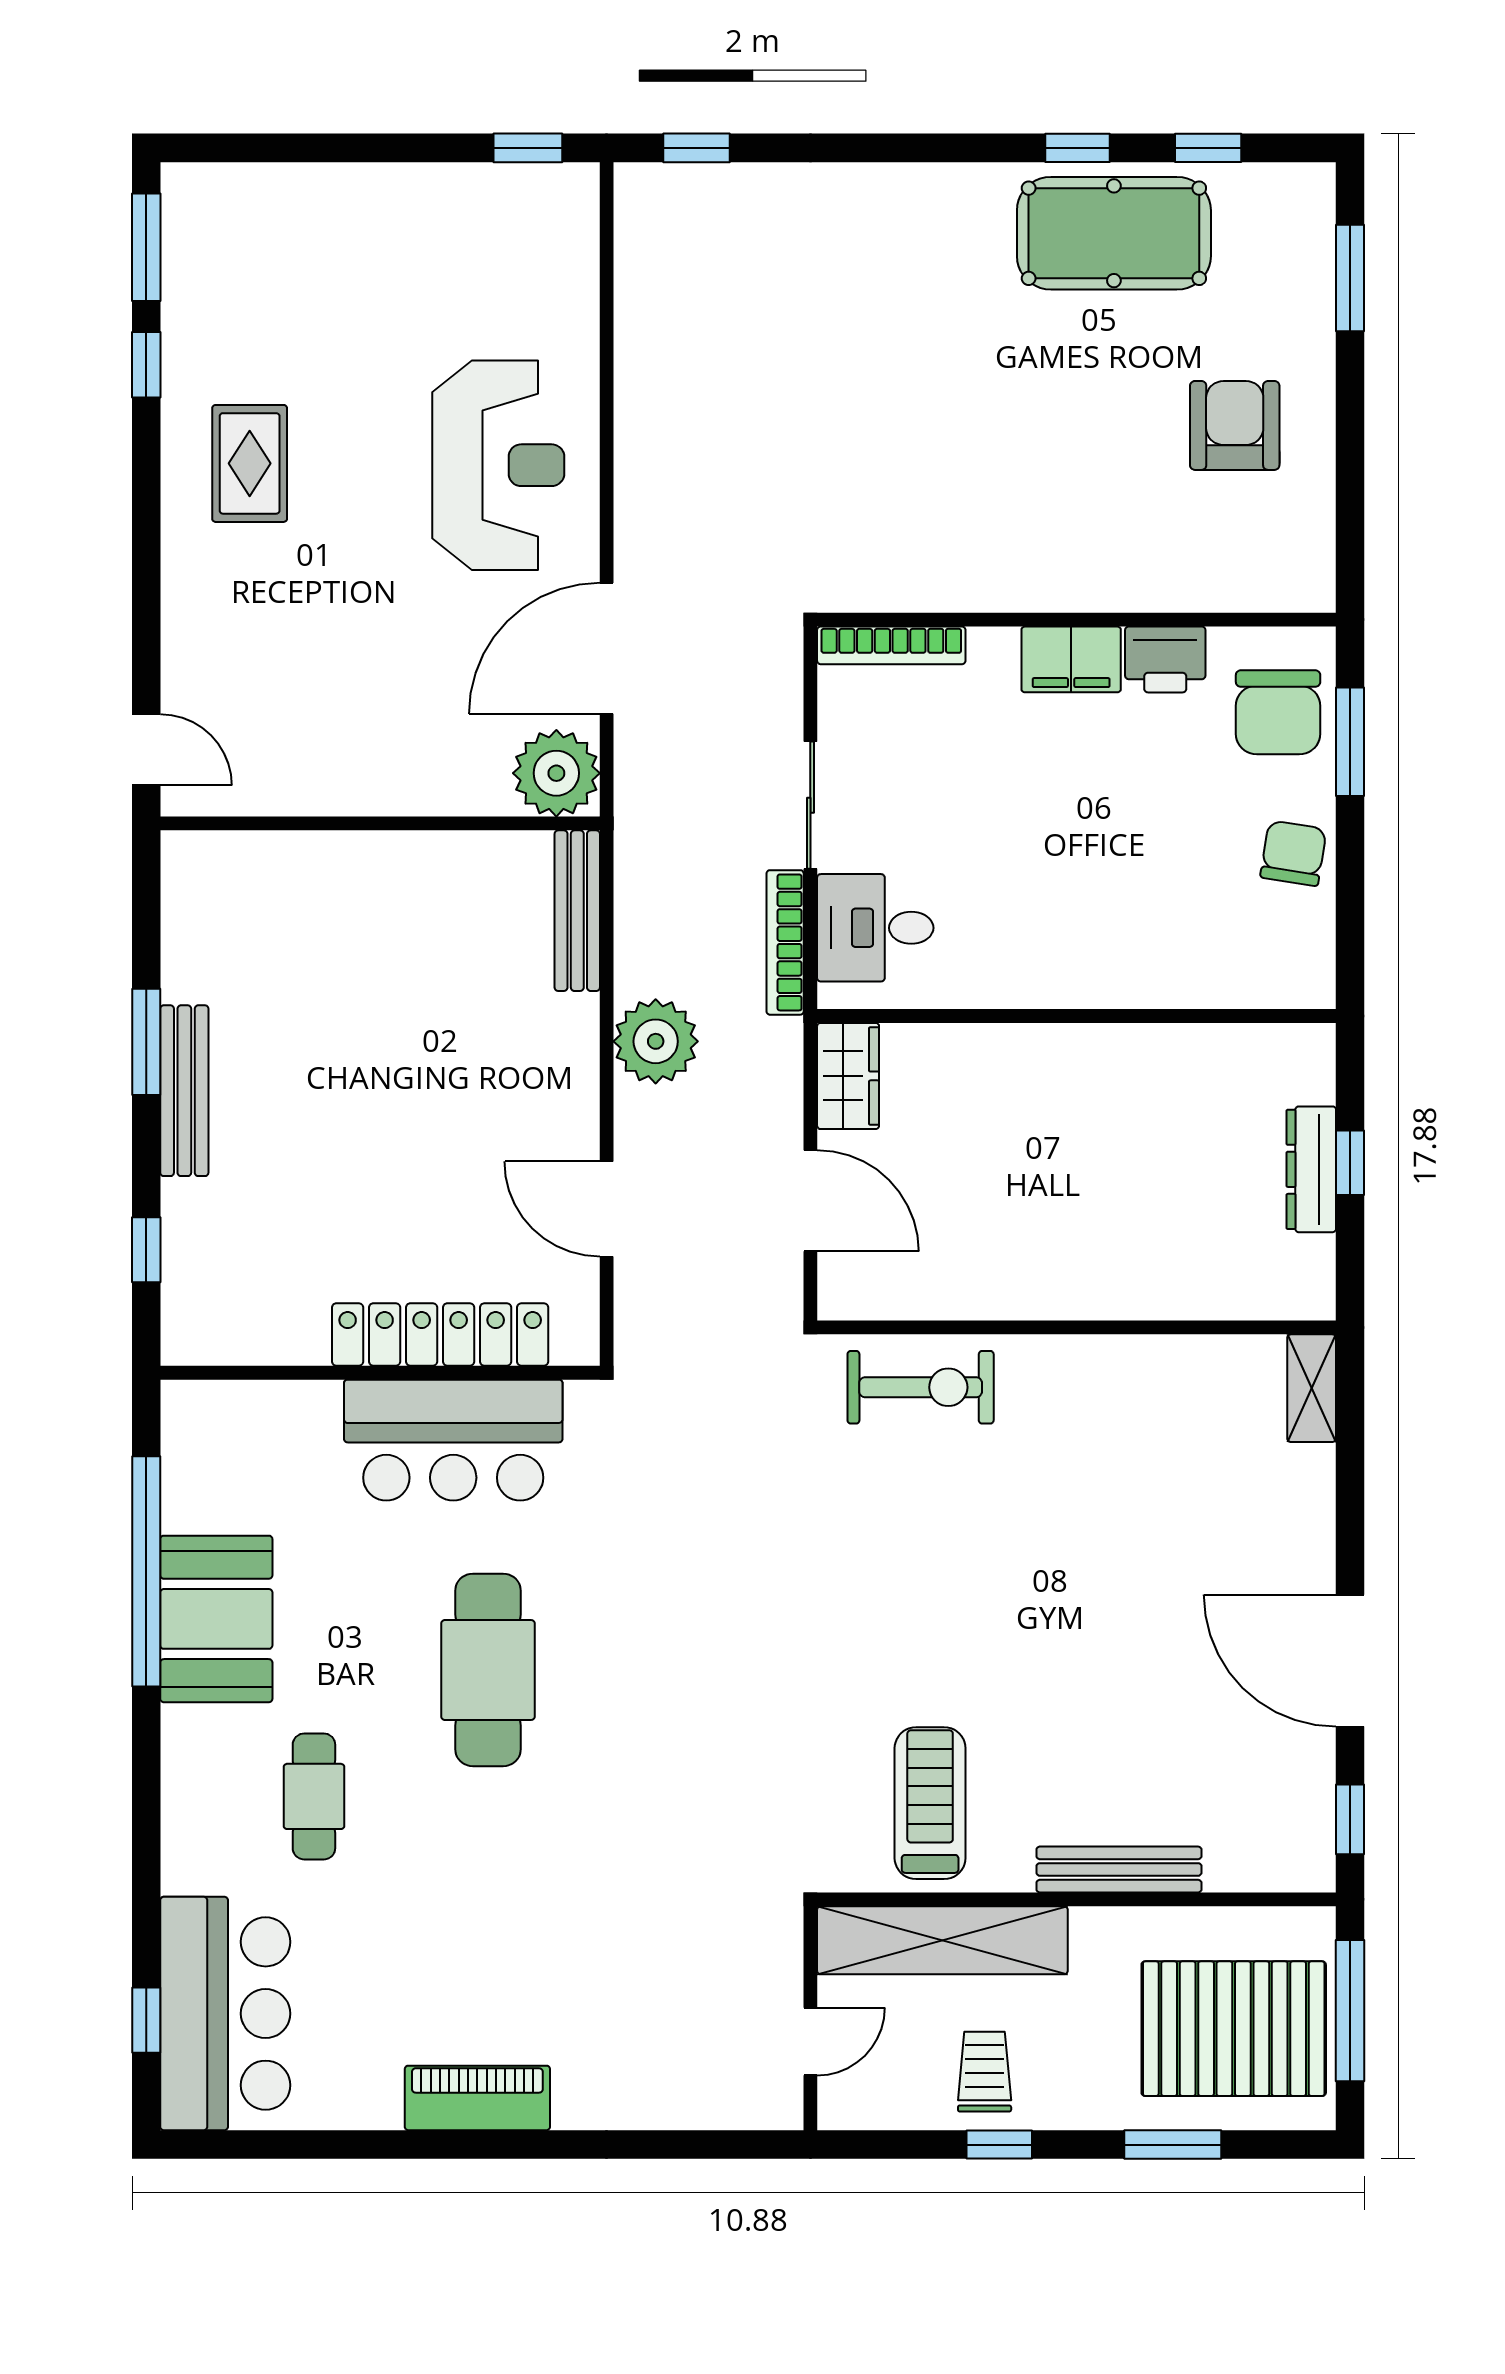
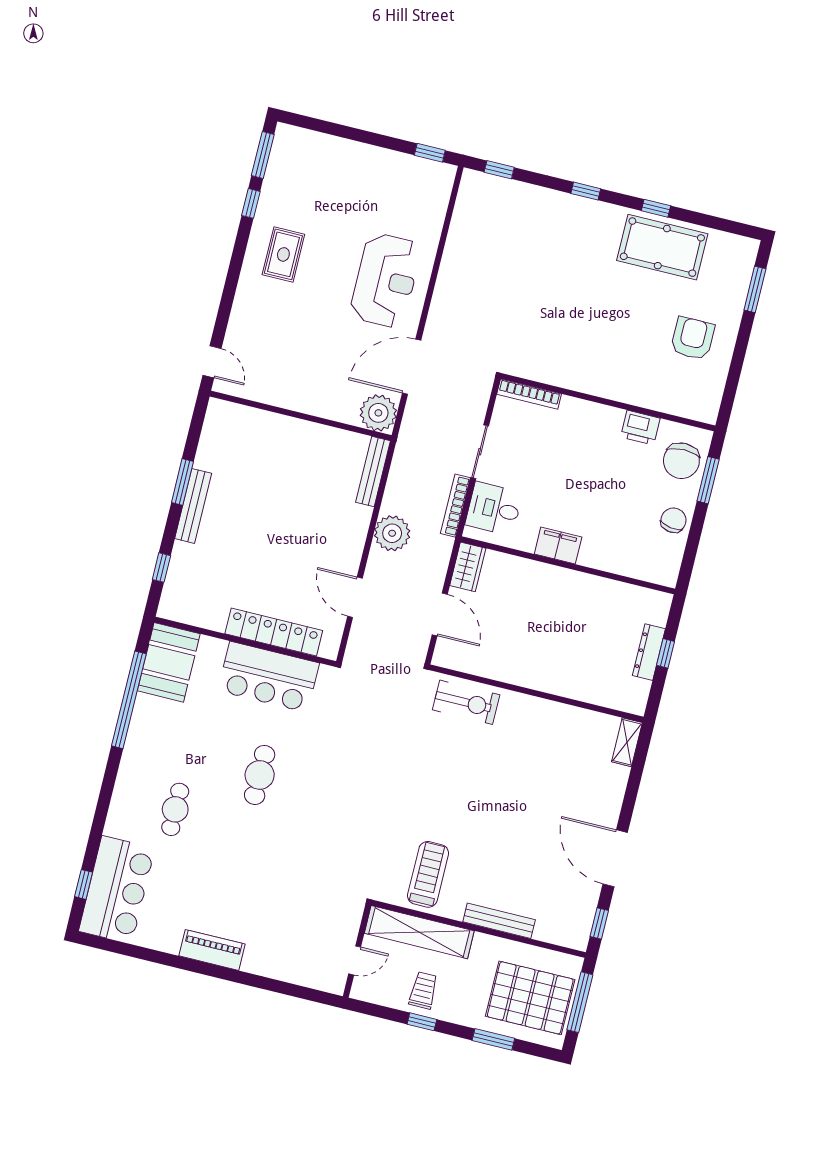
window: (1208, 148) -> (586, 191), moved
filing cabinet: (1071, 659) -> (558, 546), moved, turned 180
booth: (216, 1619) -> (169, 662), moved
cafe table: (488, 1670) -> (260, 775), width x0.73, depth x0.74

